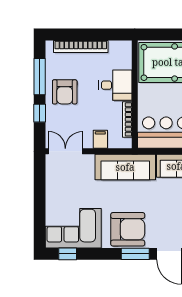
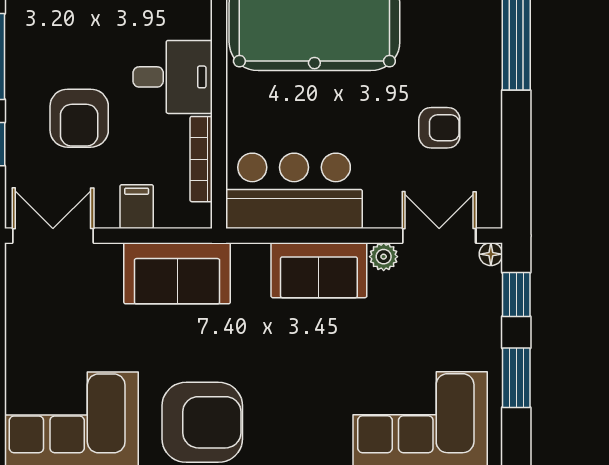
armchair: (65, 92) -> (79, 118), moved
sofa: (125, 167) -> (177, 273), width x0.73

